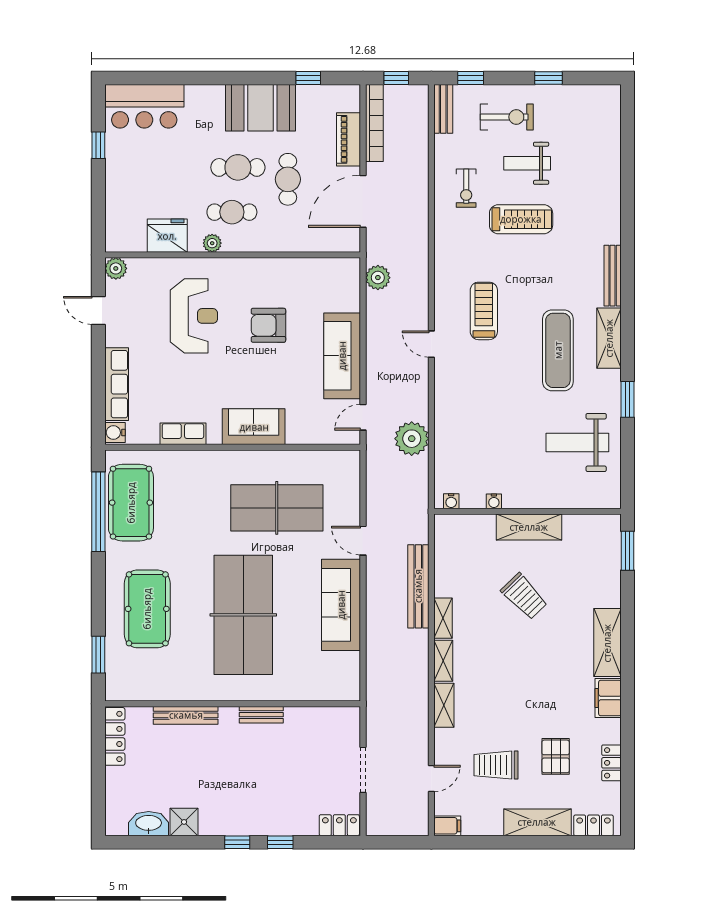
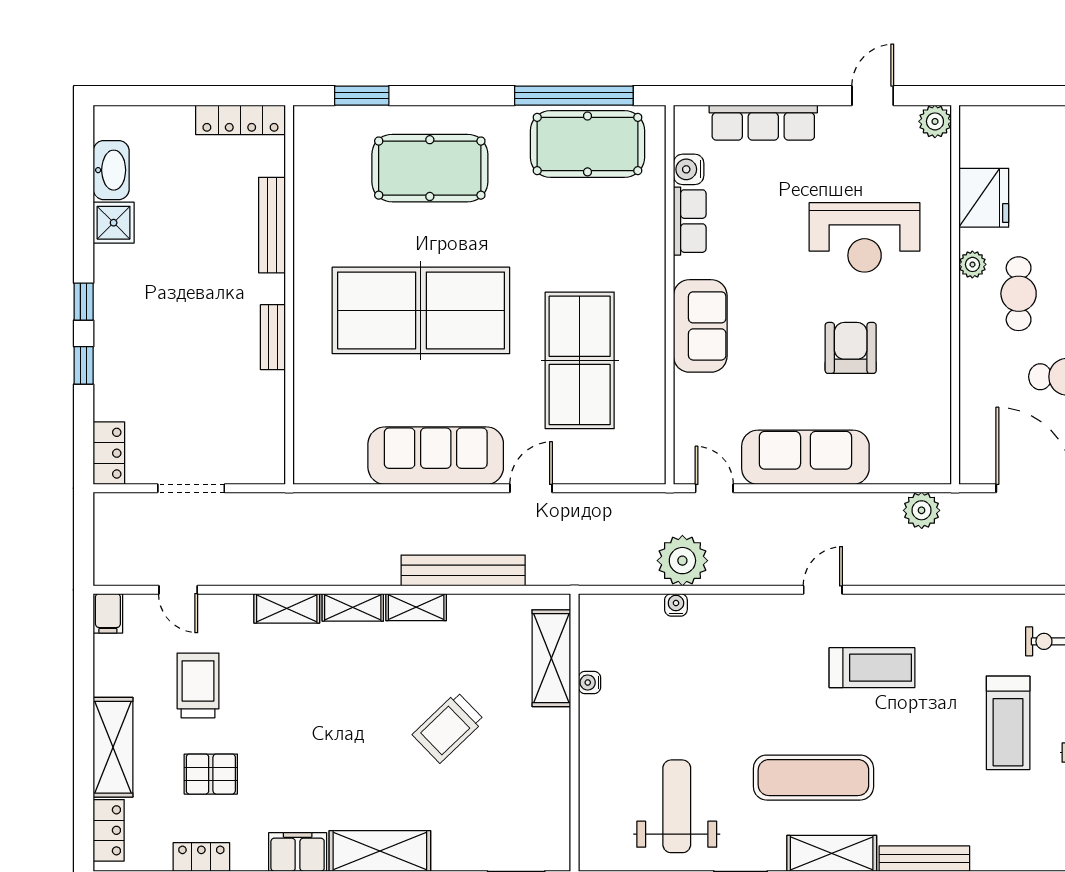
water cooler: (115, 433) -> (689, 169), moved, turned -90
water cooler: (451, 501) -> (676, 605), moved, turned 90
shelving: (529, 527) -> (551, 658), moved

